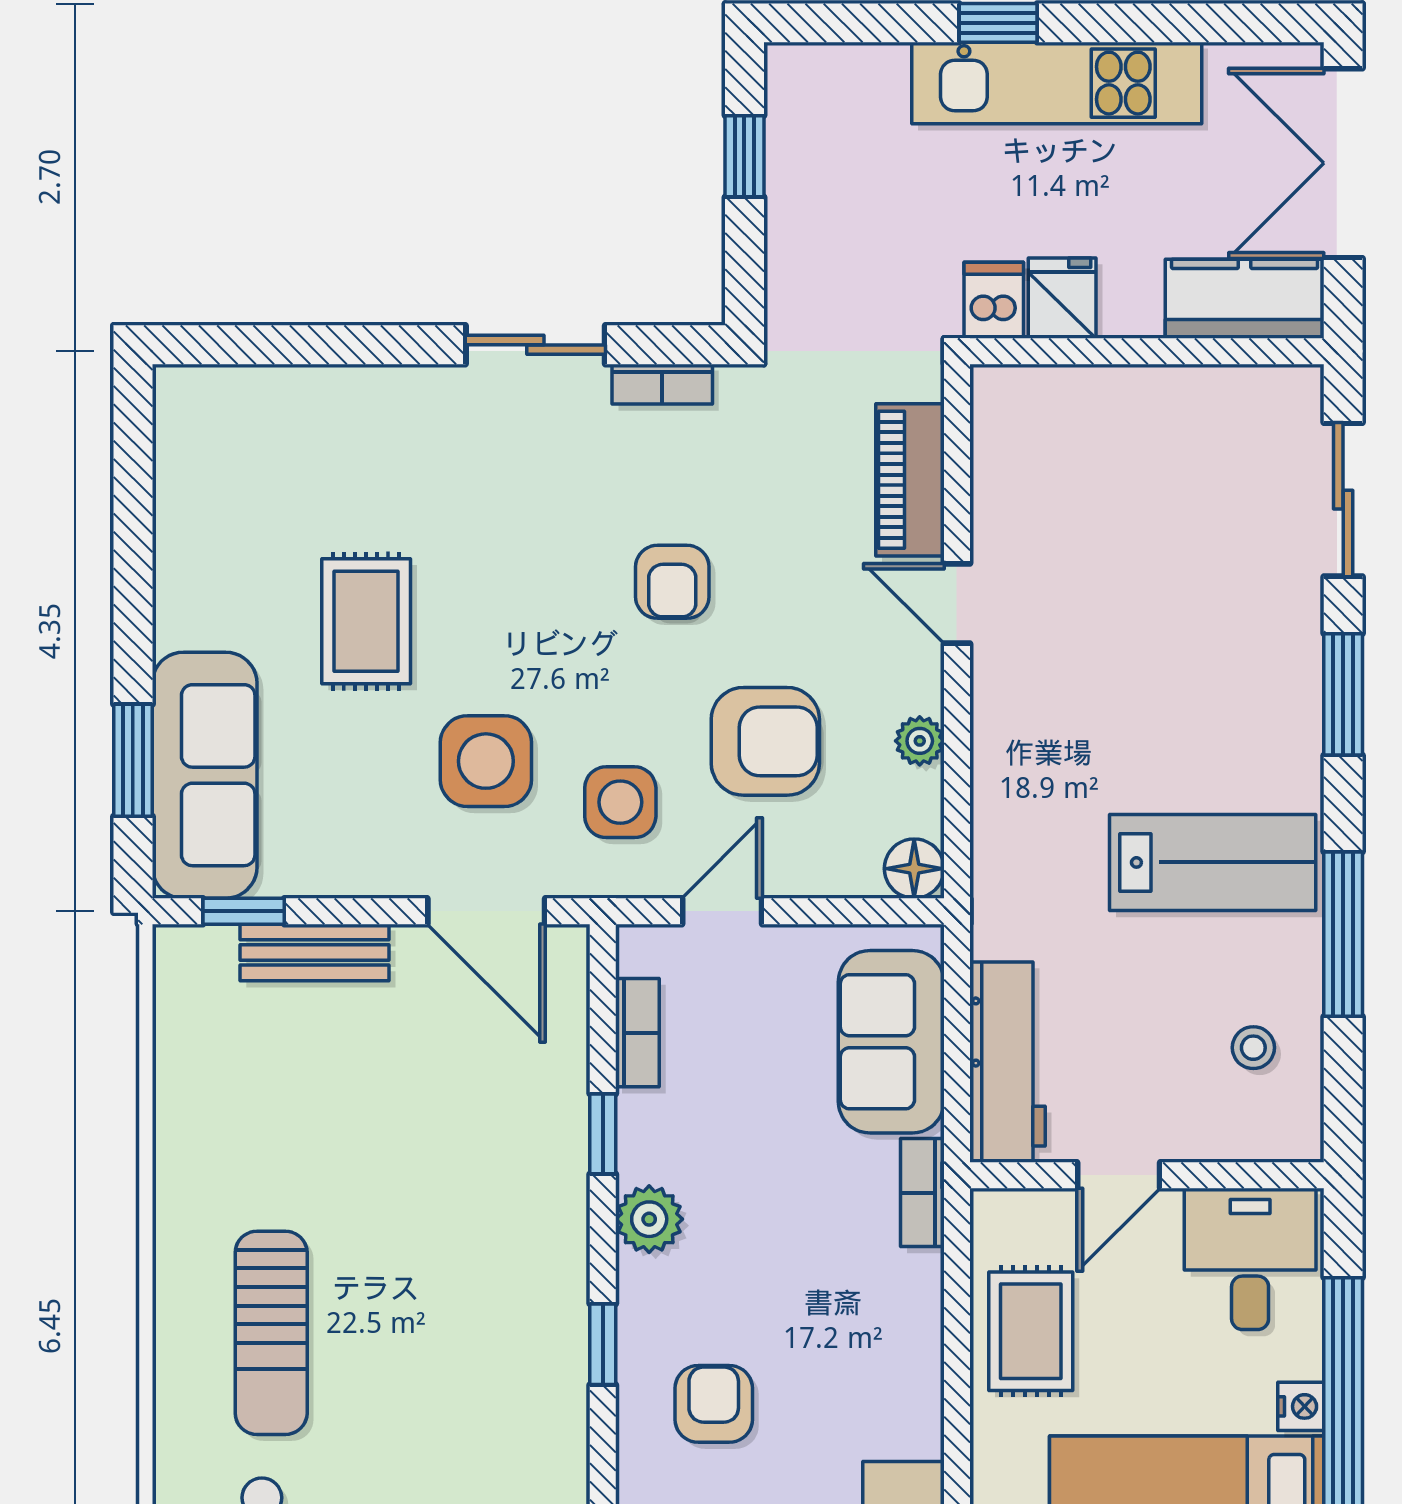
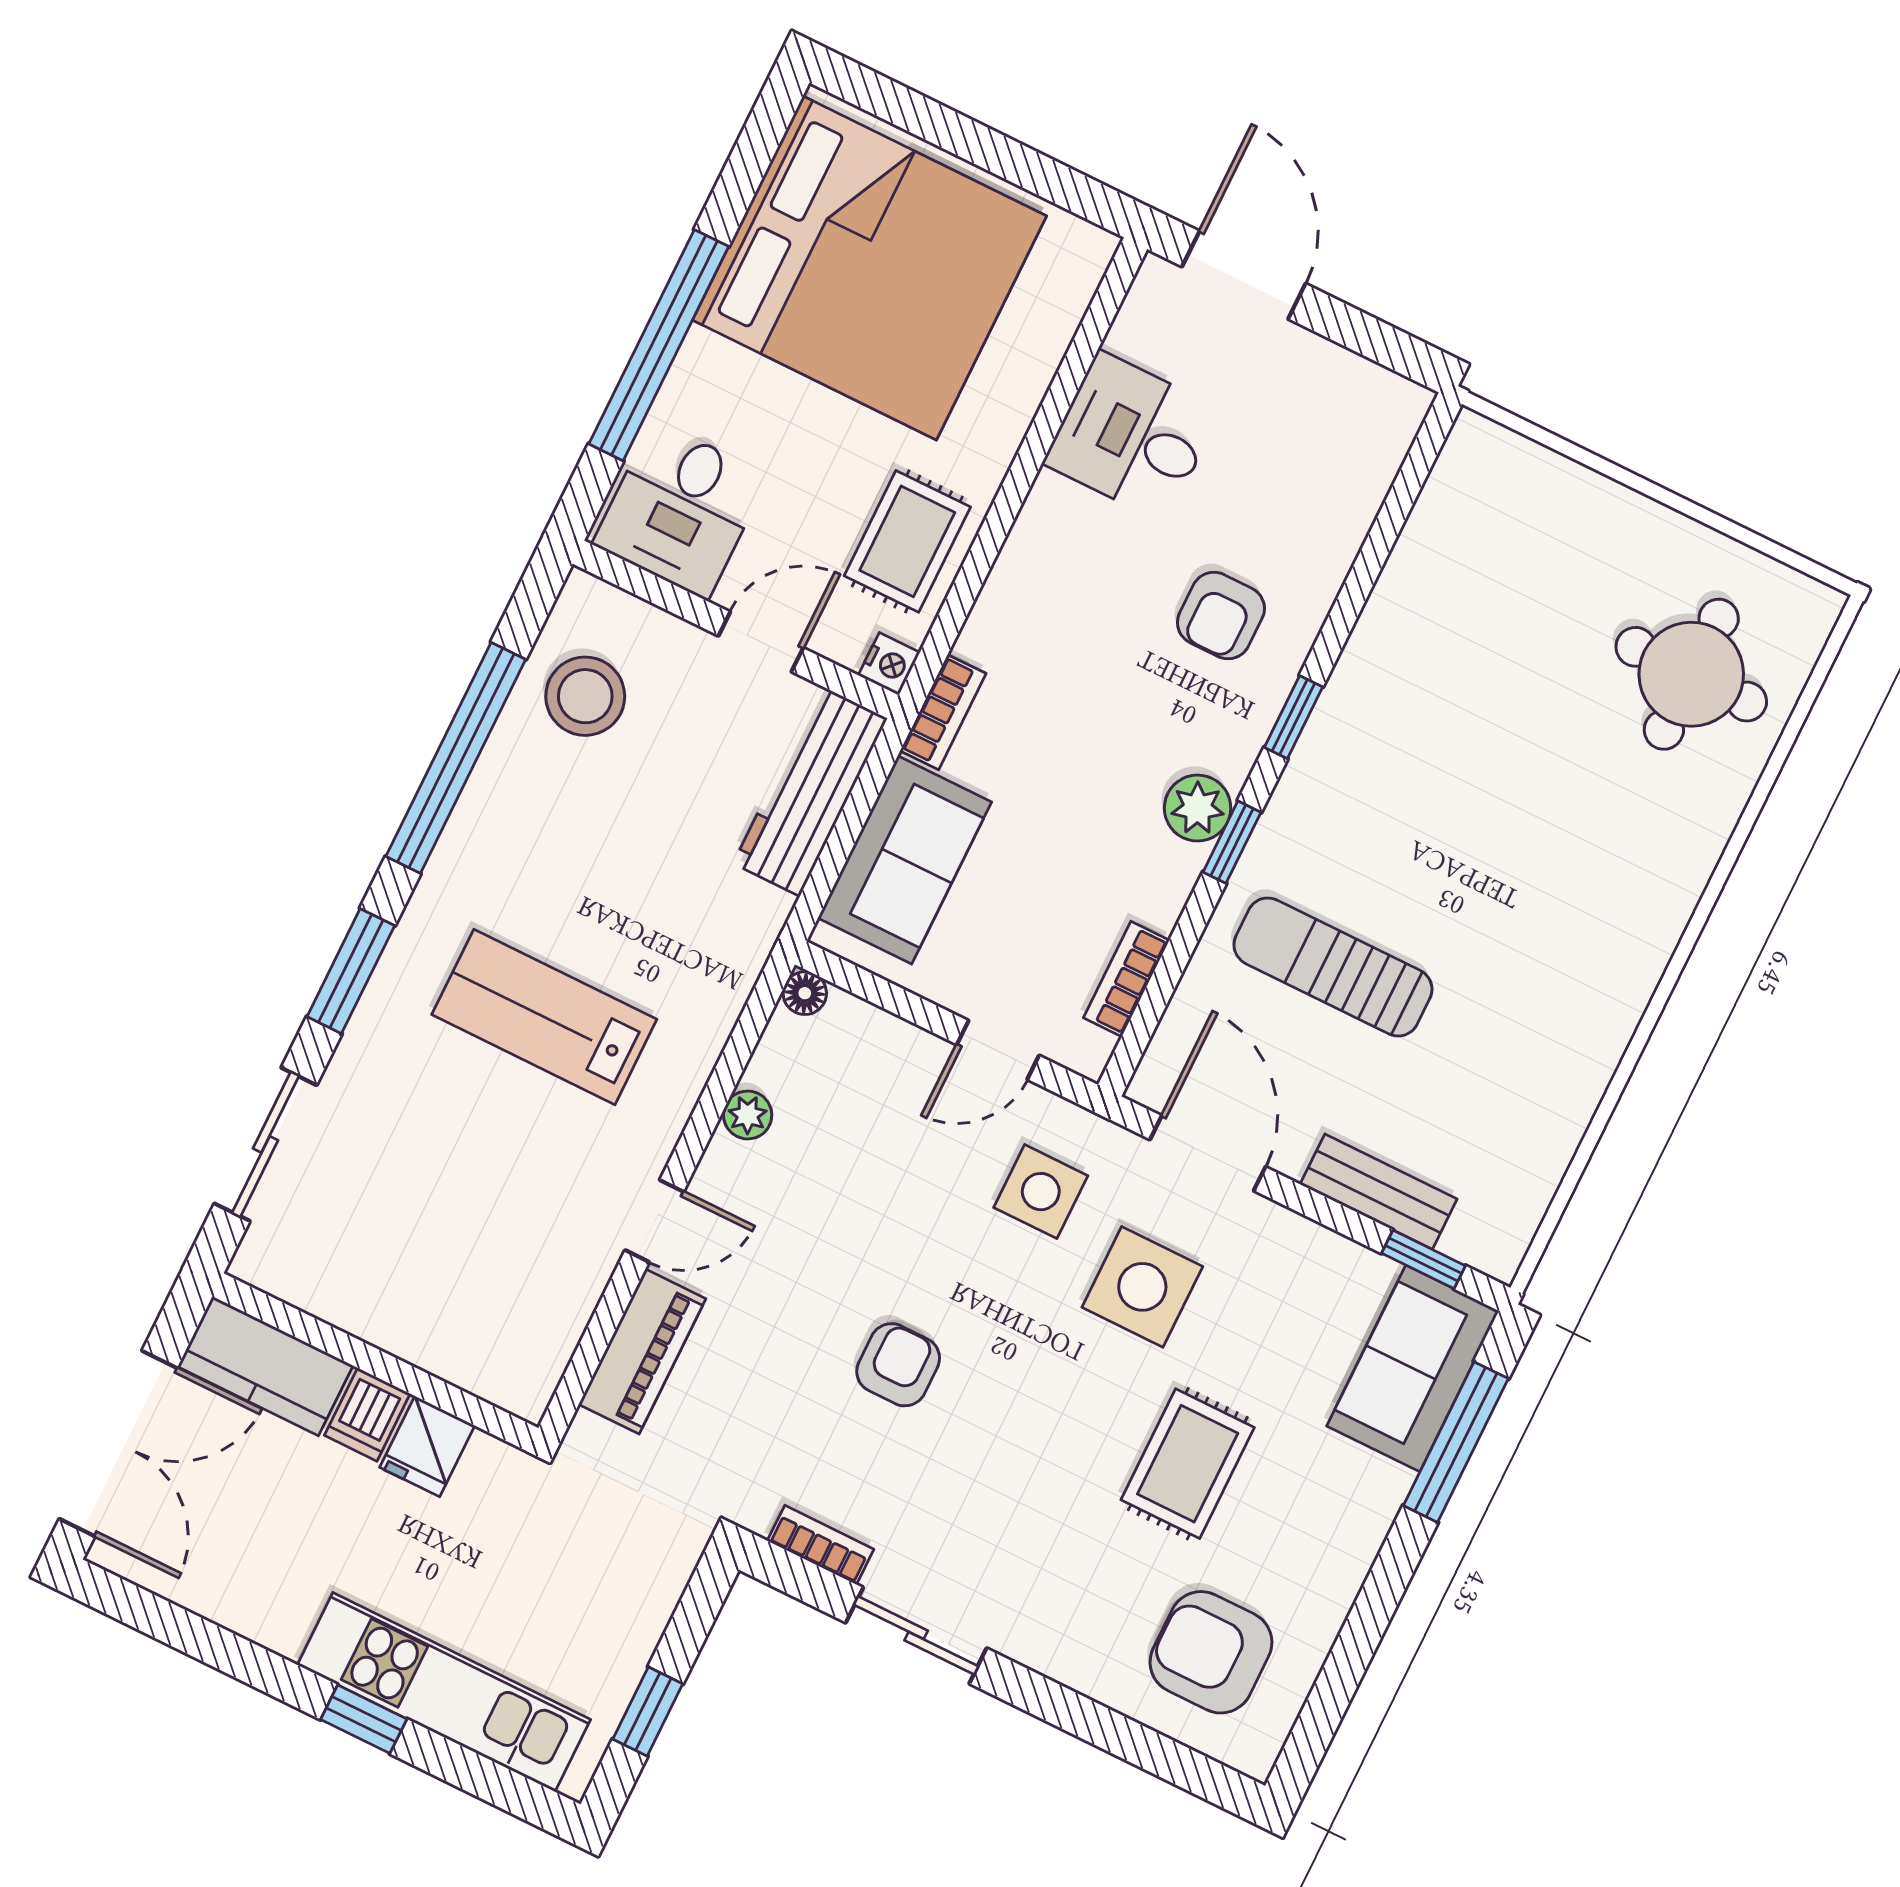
kitchen unit: (1057, 83) -> (444, 1692), moved
dishwasher: (994, 300) -> (367, 1415), moved
door: (957, 603) -> (654, 1221), hinge flipped
armchair: (765, 741) -> (1211, 1652), moved
window: (133, 760) -> (1456, 1442), width x1.44
sofa: (205, 775) -> (1413, 1368), width x0.73
lab bench: (1213, 862) -> (544, 1017), moved
floor lamp: (914, 869) -> (805, 993), width x0.73, depth x0.73
window: (1343, 934) -> (456, 758), width x1.46
stool: (1253, 1048) -> (585, 696), width x1.89, depth x1.89
window: (603, 1134) -> (1232, 842), moved
sun lounger: (271, 1333) -> (1333, 967), moved, turned -90
nightstand: (1301, 1406) -> (889, 664), moved, turned 180

